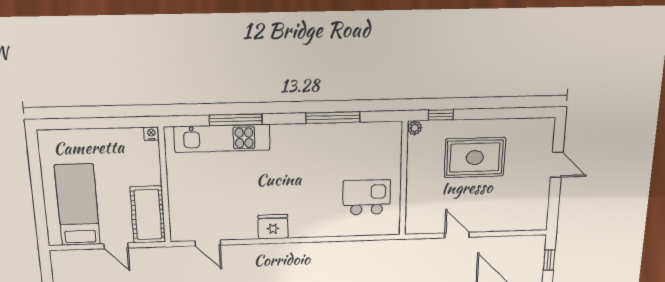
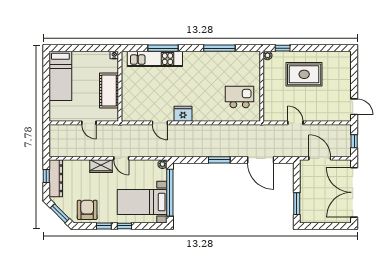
door: (557, 165) -> (354, 107), moved
bed: (77, 205) -> (60, 76), moved, turned 180
cot: (148, 215) -> (109, 91), moved
door: (208, 243) -> (160, 123), moved

